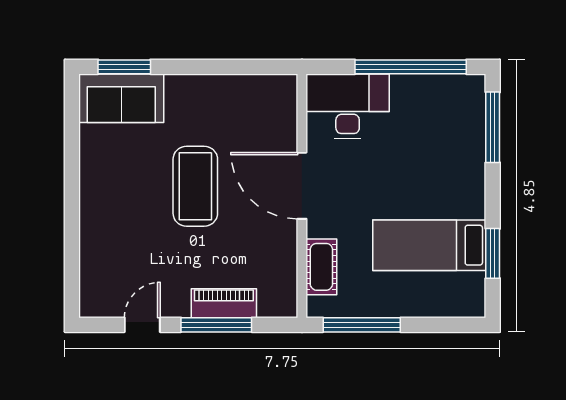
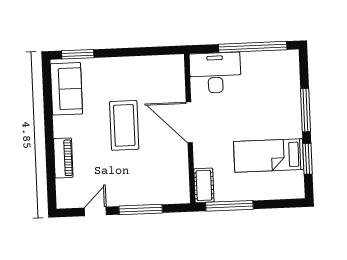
sofa: (121, 98) -> (66, 89), moved, turned -90
window: (493, 127) -> (306, 110), moved
cot: (321, 267) -> (204, 185), moved
piano: (224, 303) -> (63, 158), moved, turned 90

